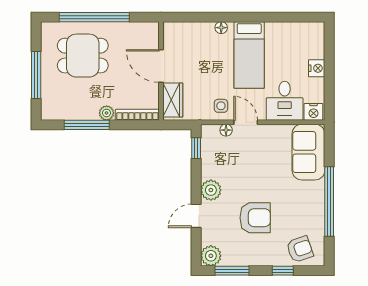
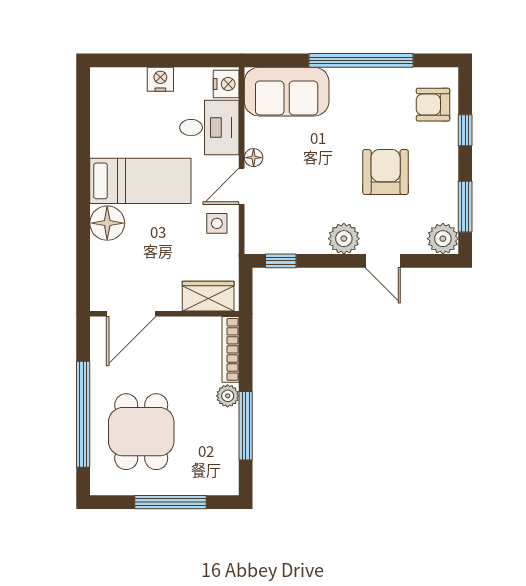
floor lamp: (221, 28) -> (107, 223), width x1.89, depth x1.89
door: (161, 66) -> (131, 314), moved
floor lamp: (226, 130) -> (254, 158), moved
armchair: (300, 249) -> (433, 105), turned -71

